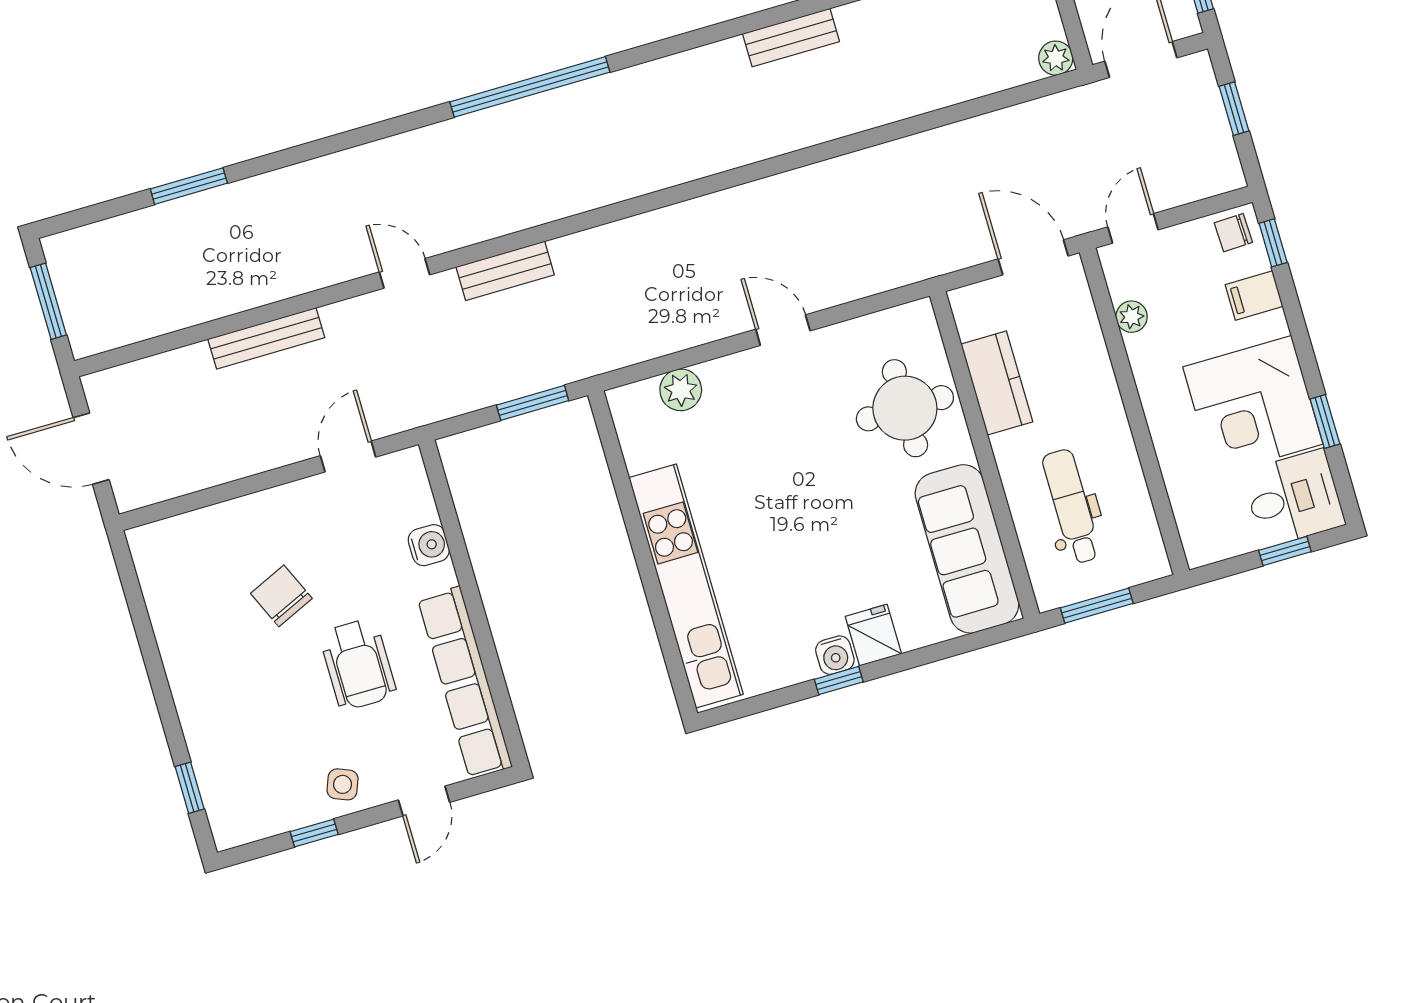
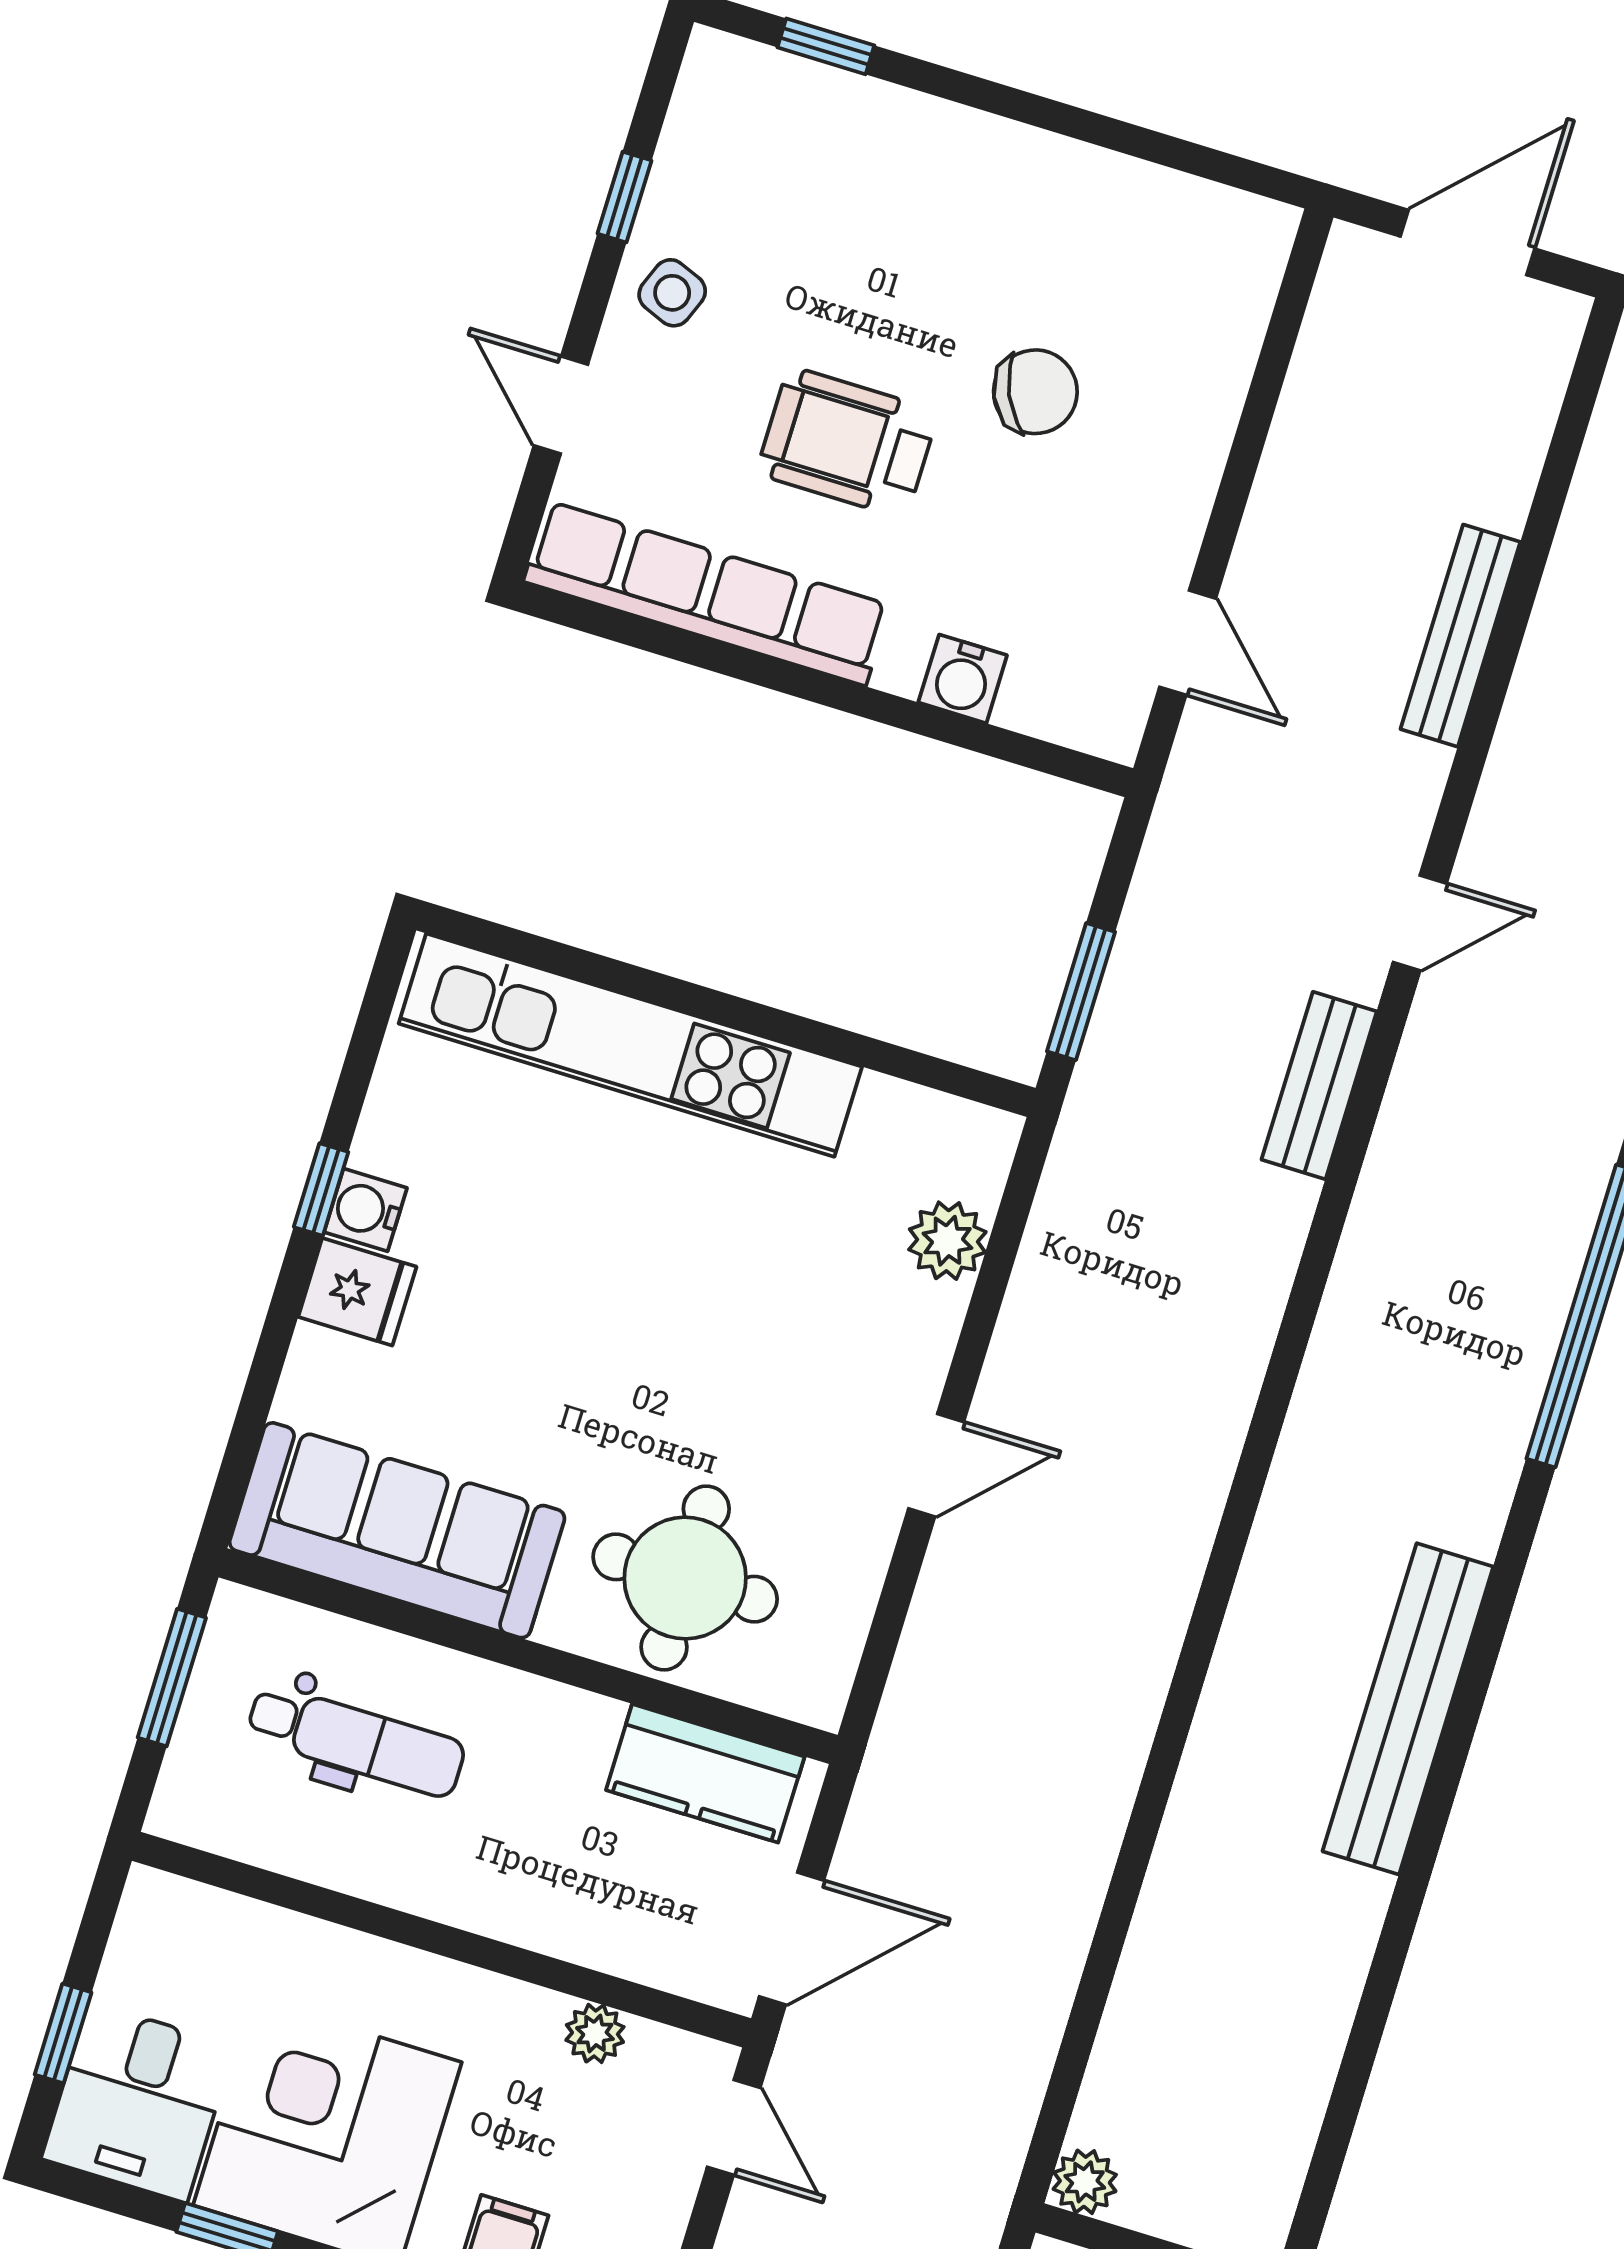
bench: (791, 38) -> (1408, 1709), width x1.86, depth x1.21
kitchen counter: (997, 383) -> (705, 1773), moved

